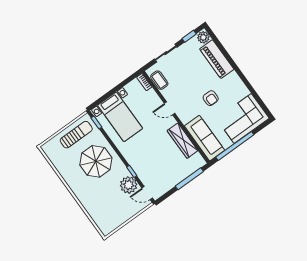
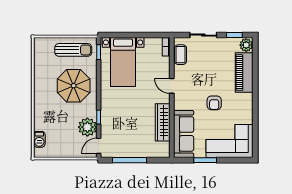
window: (235, 146) -> (205, 160), width x0.47
window: (189, 179) -> (130, 160), moved
door: (147, 193) -> (99, 146), hinge flipped
barbecue: (99, 220) -> (39, 139), added

